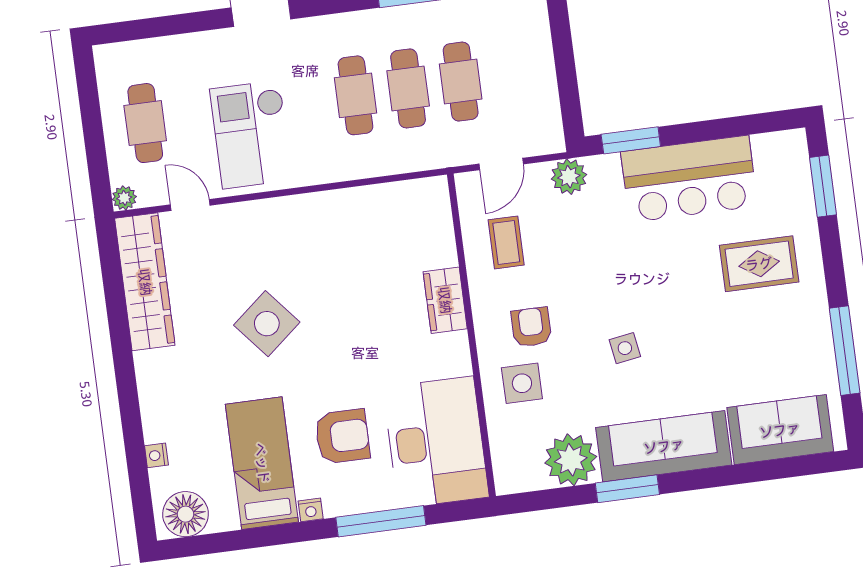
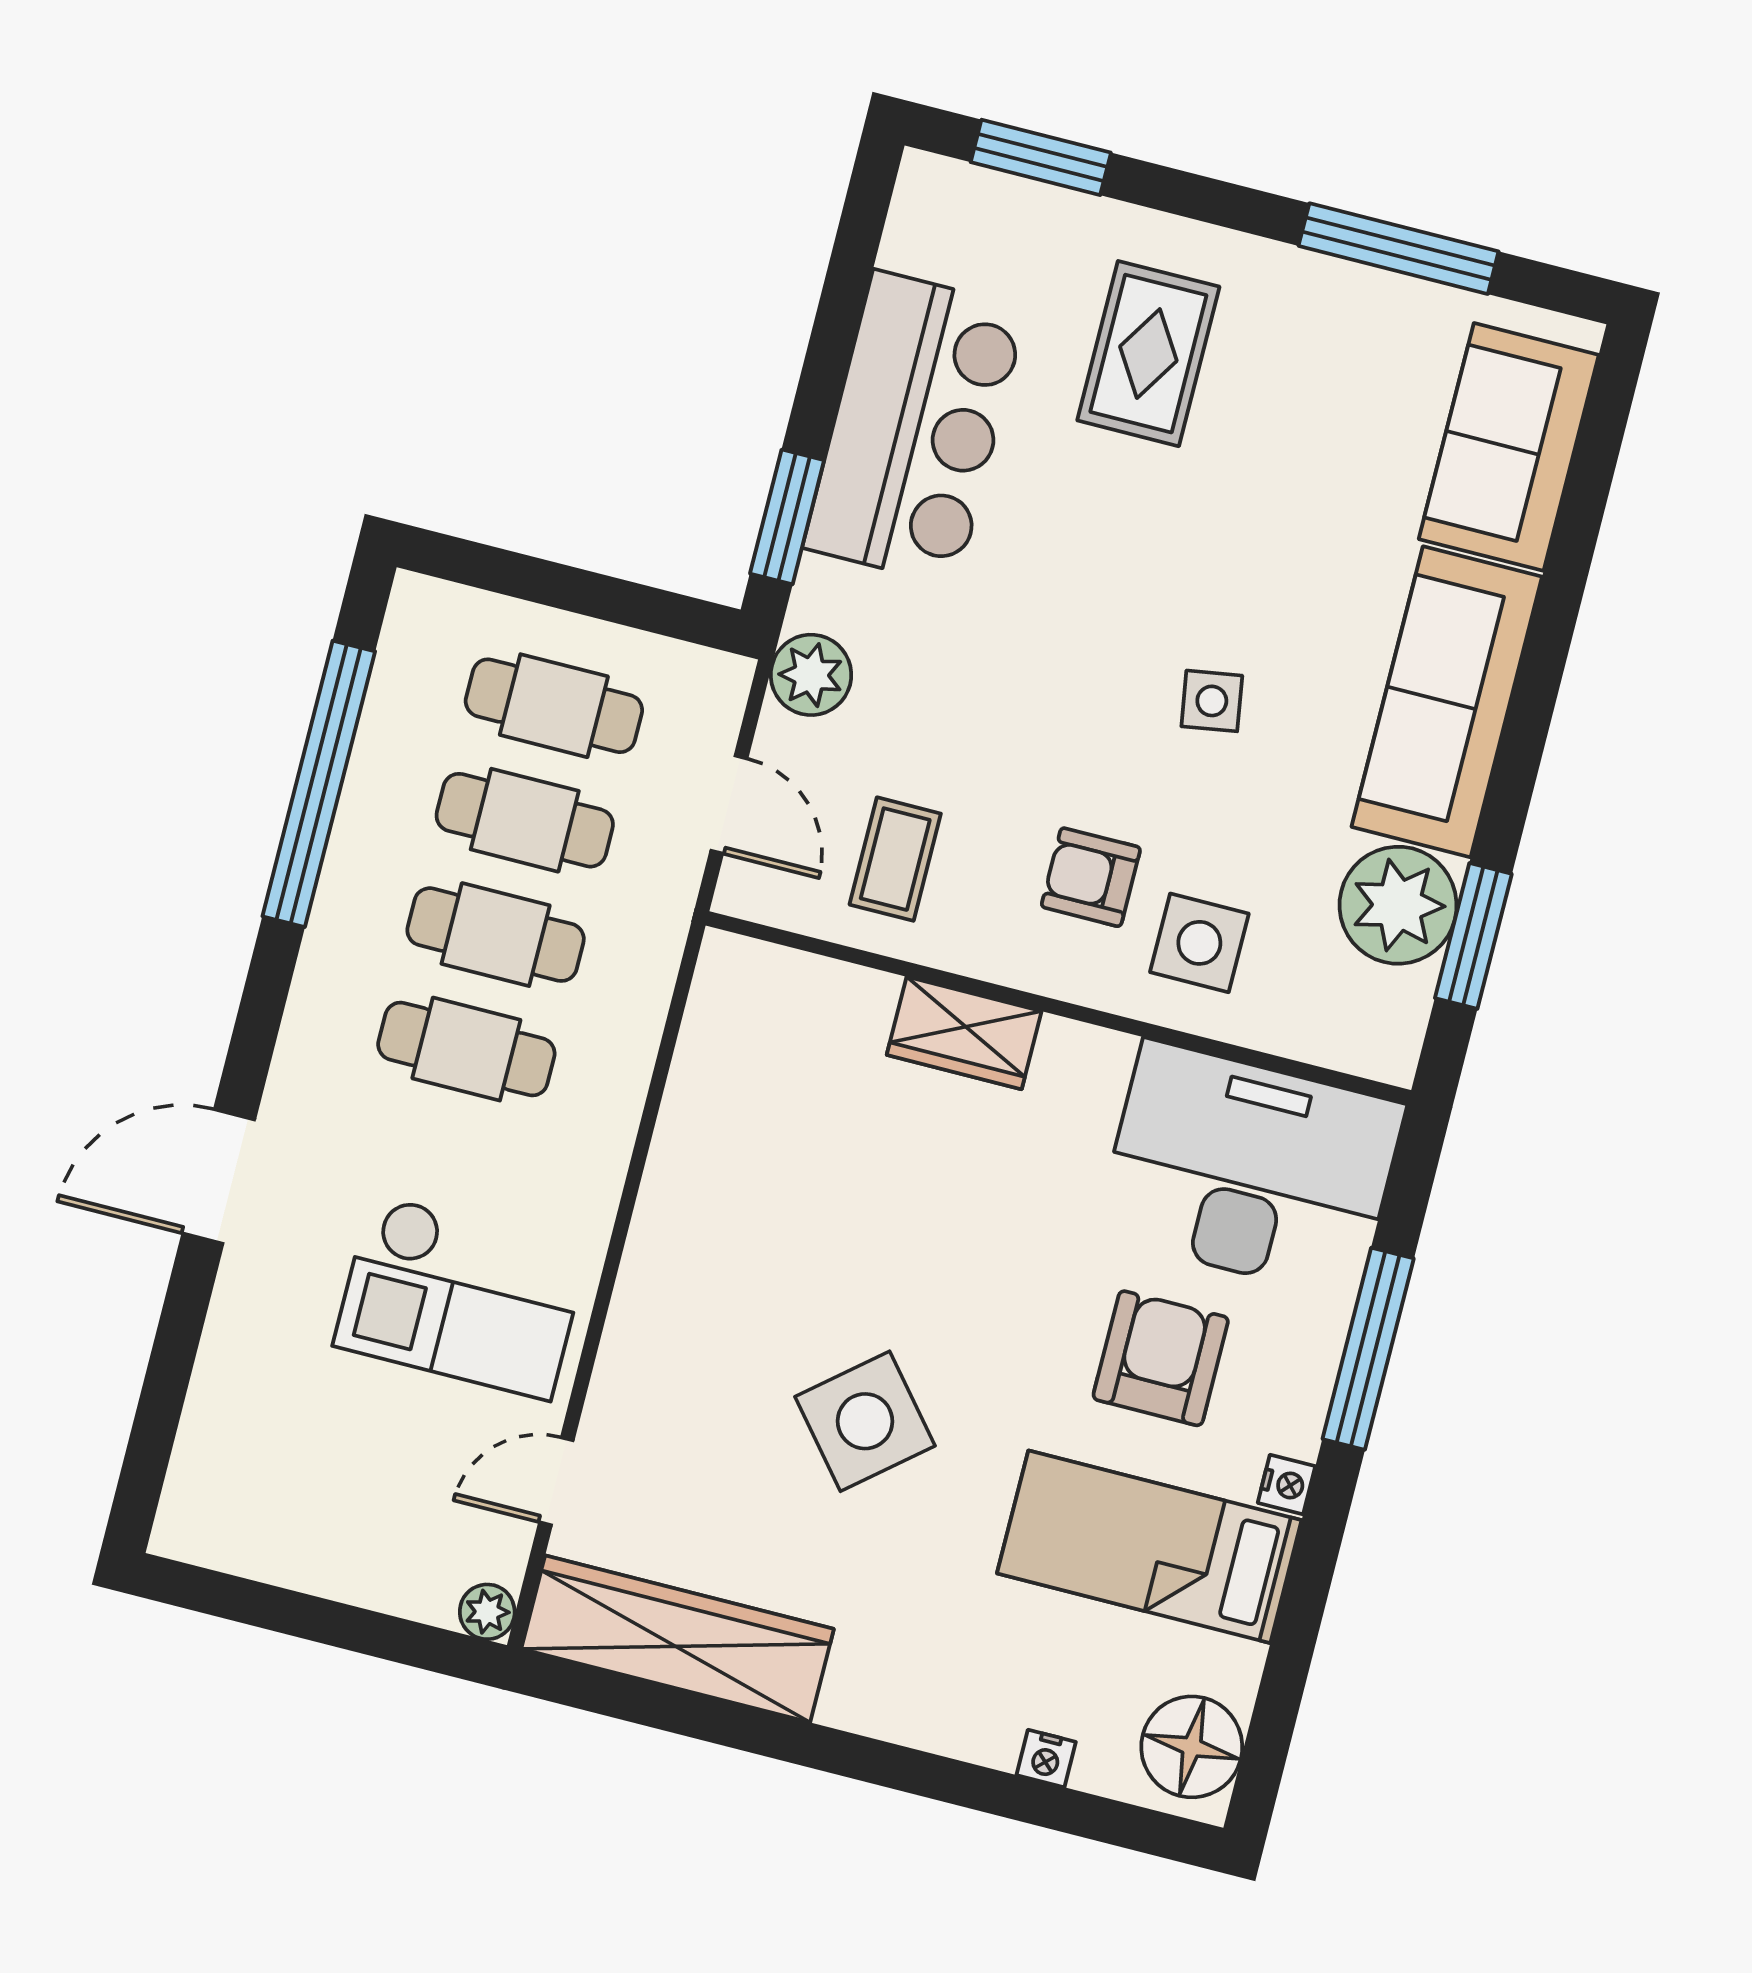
cafe table: (145, 123) -> (554, 706), moved
coffee table: (506, 242) -> (895, 859), turned 90
window: (627, 489) -> (1473, 936), moved

